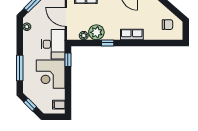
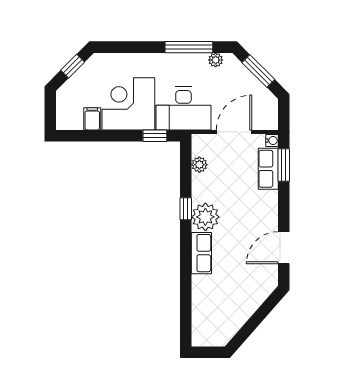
chair: (167, 25) -> (220, 319), removed
plant: (96, 32) -> (205, 217), moved
window: (20, 68) -> (189, 47), moved
filing cabinet: (59, 105) -> (92, 119), moved

